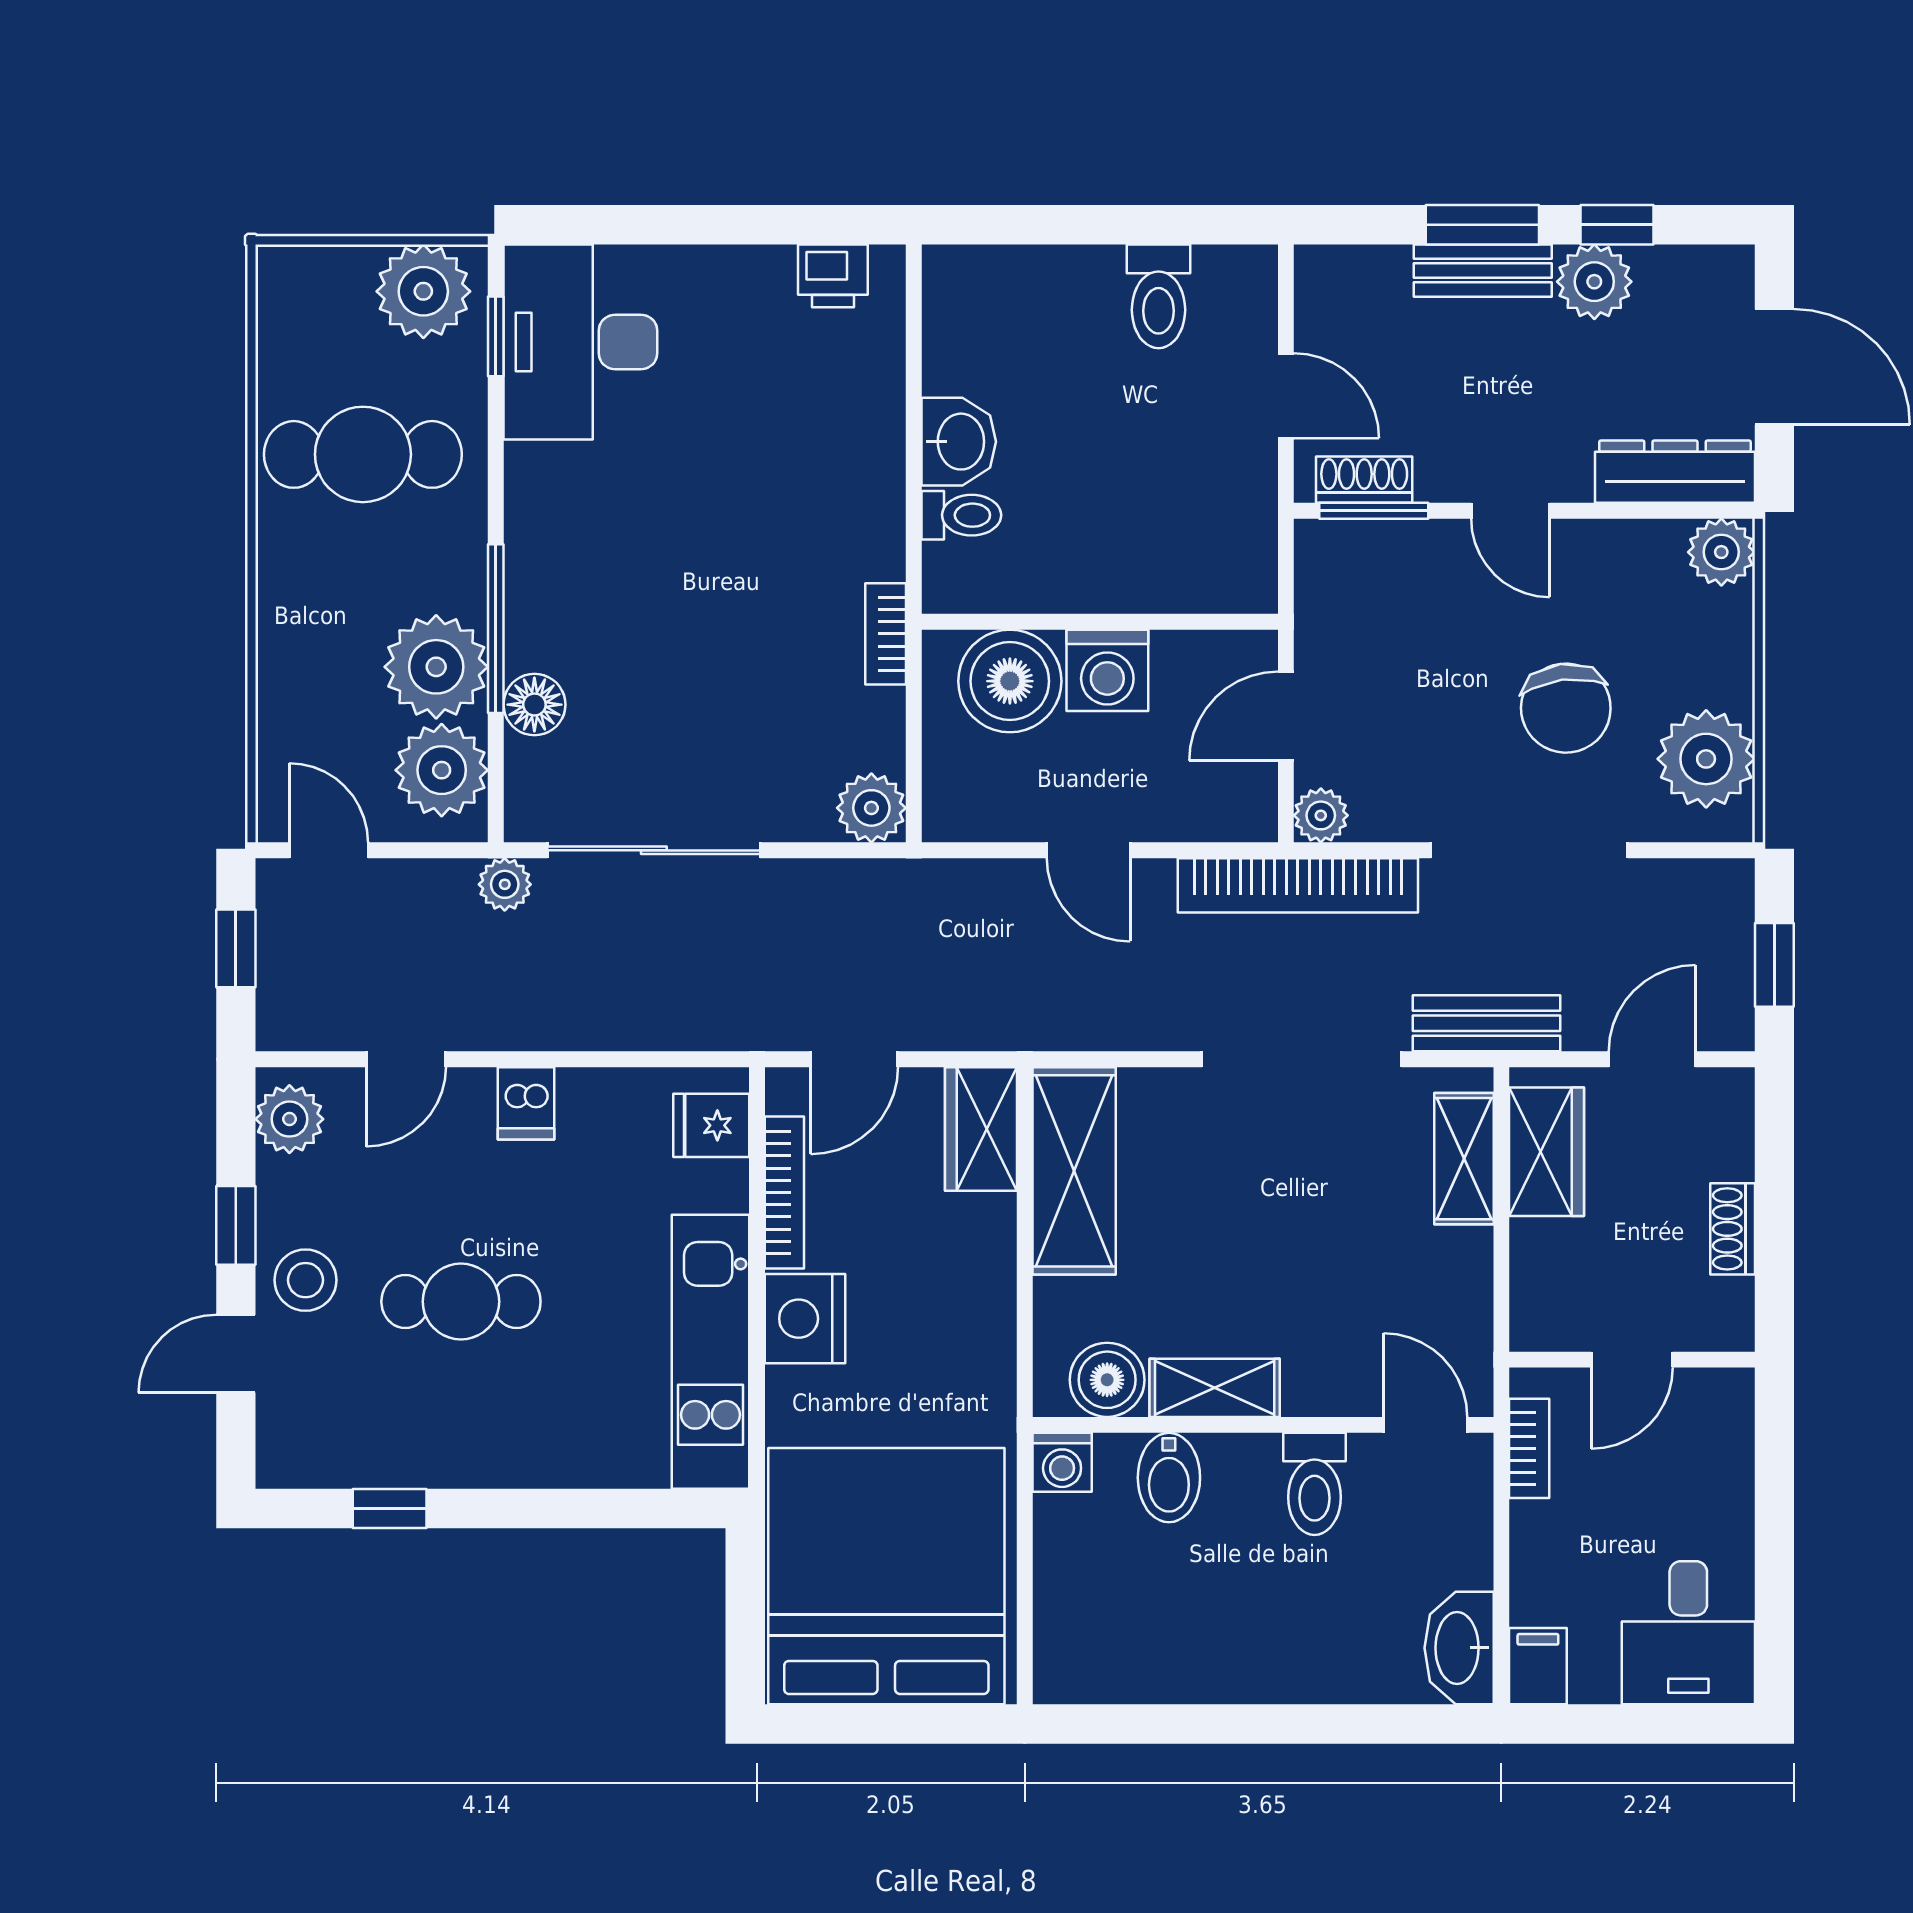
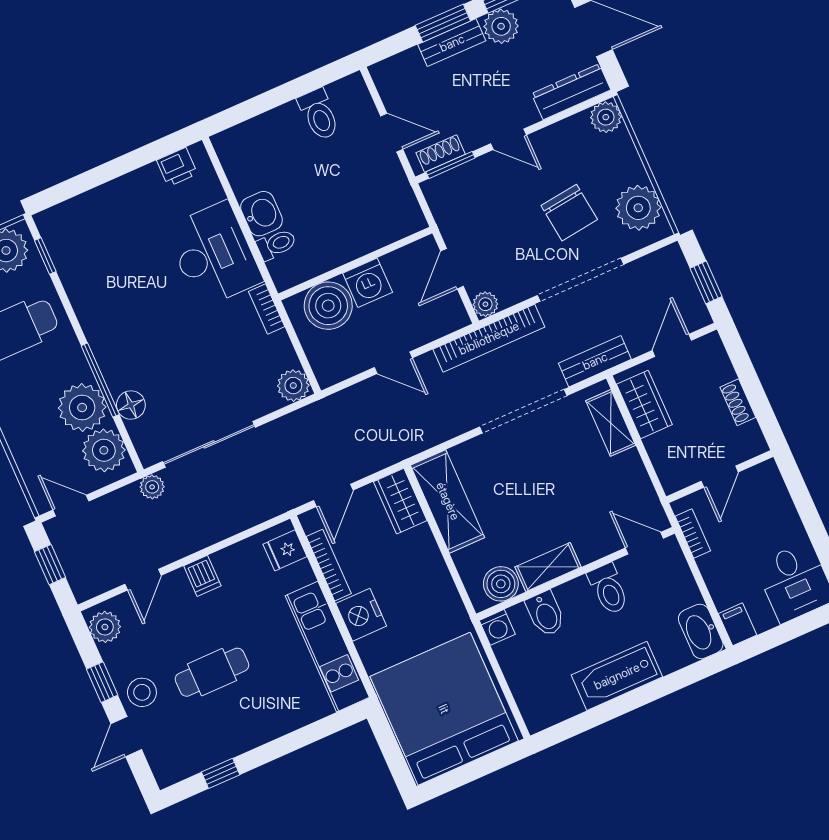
desk: (580, 342) -> (214, 254), moved, turned 180
bathtub: (1255, 1662) -> (617, 676), added

